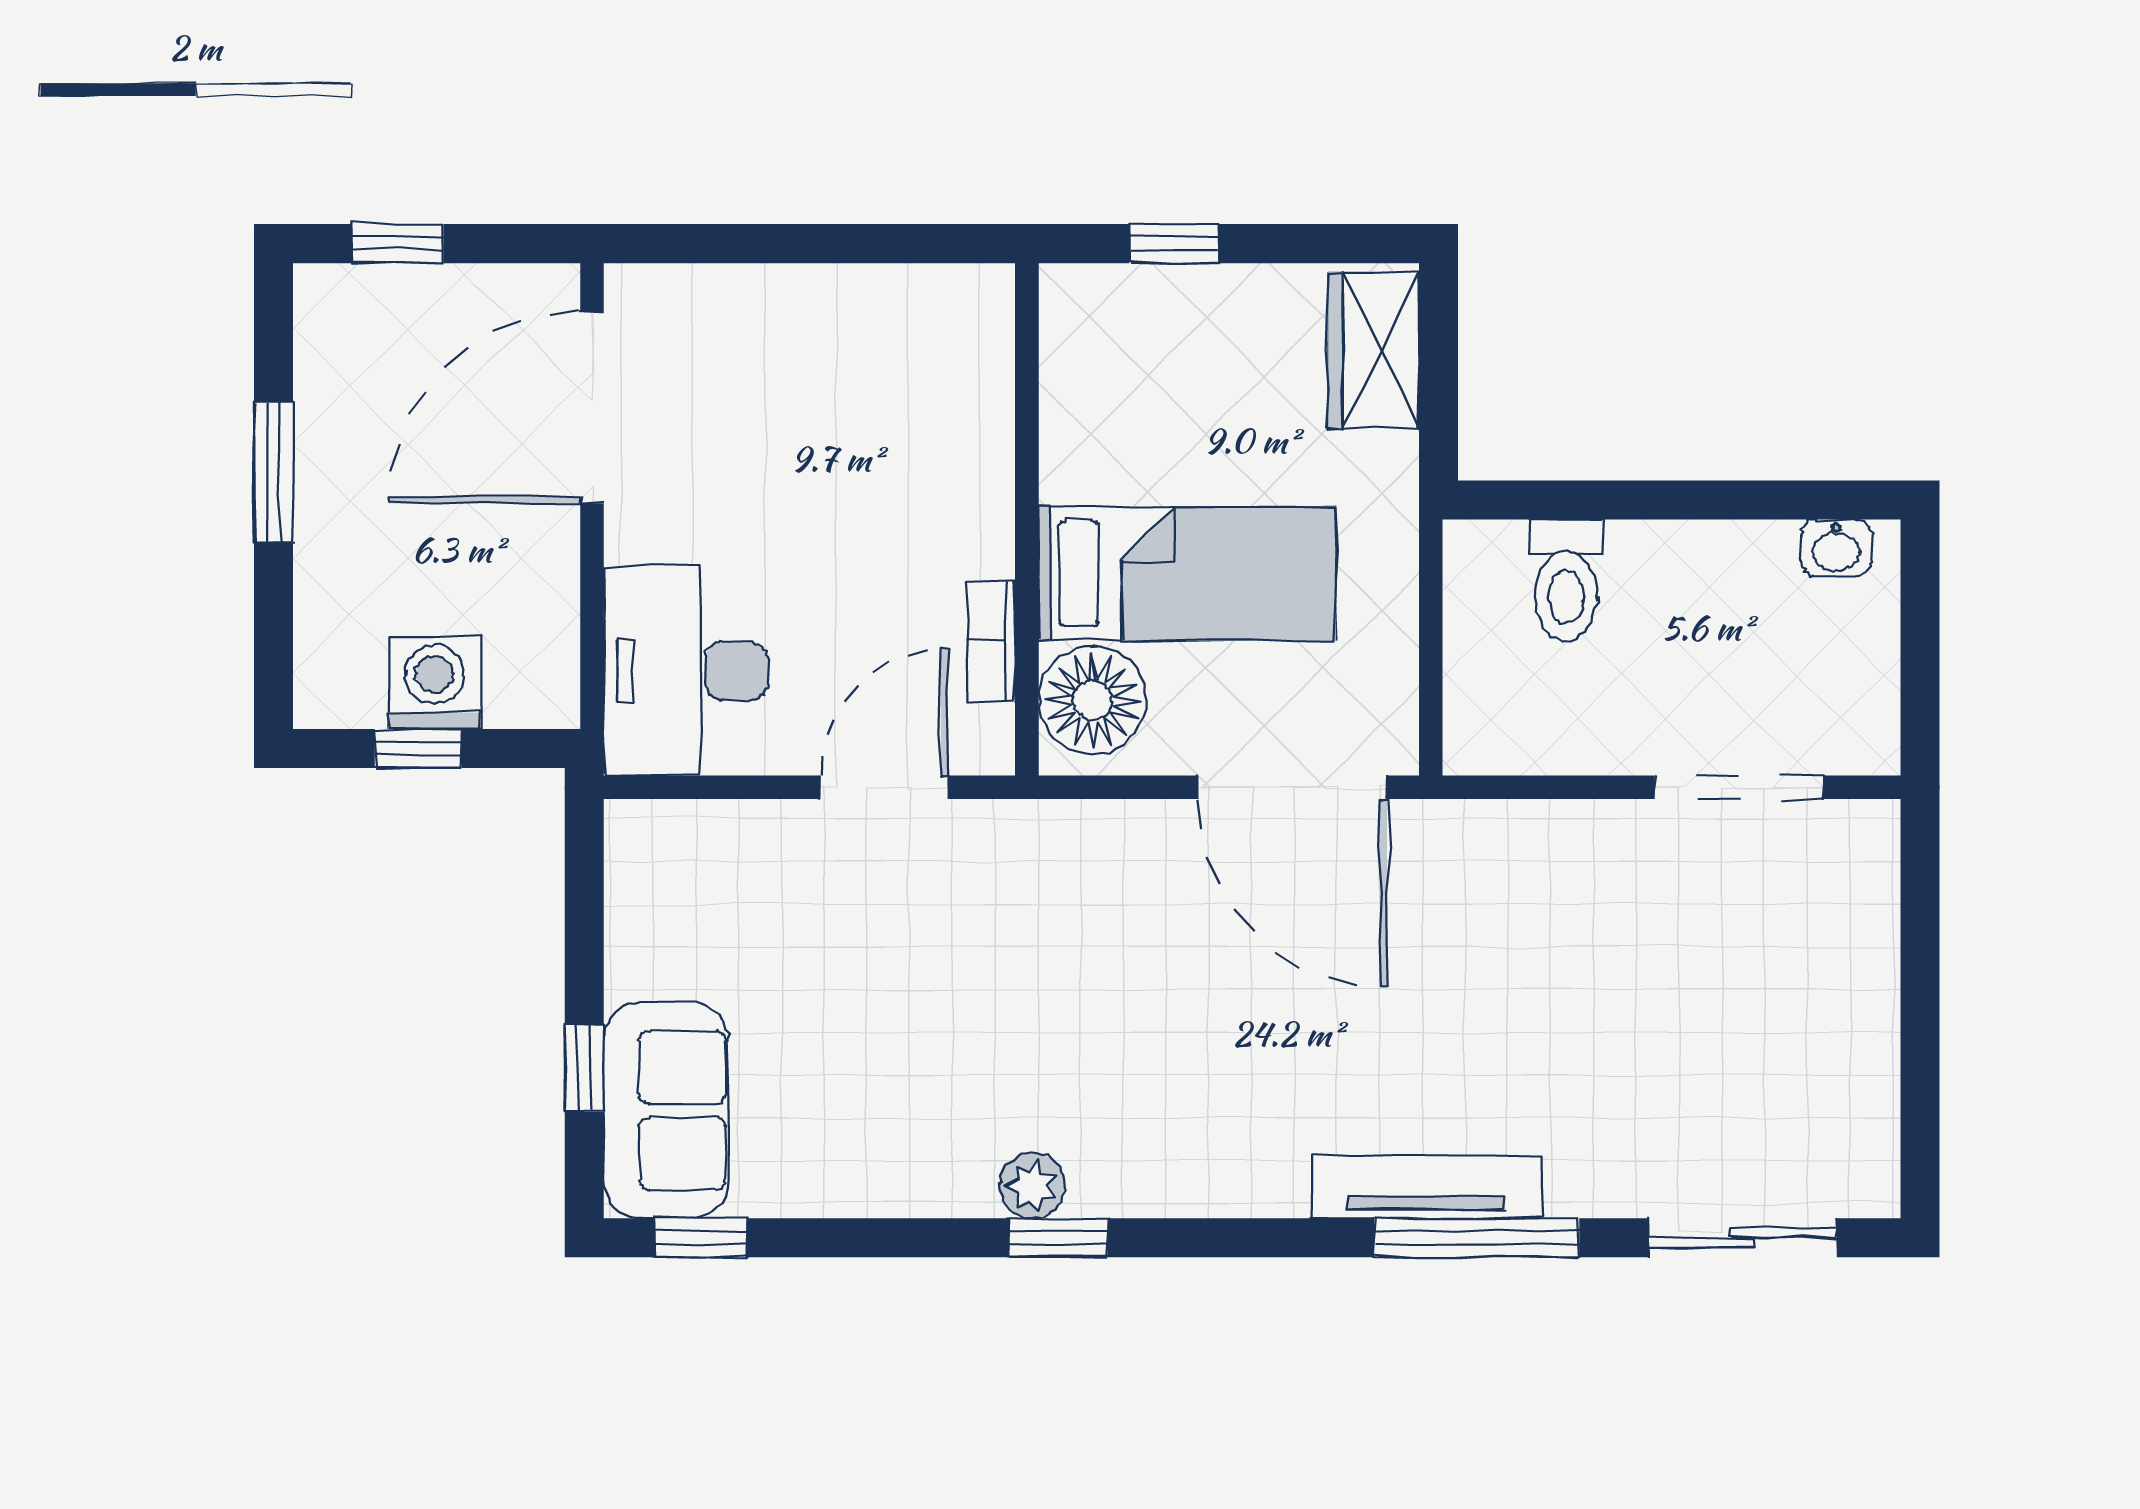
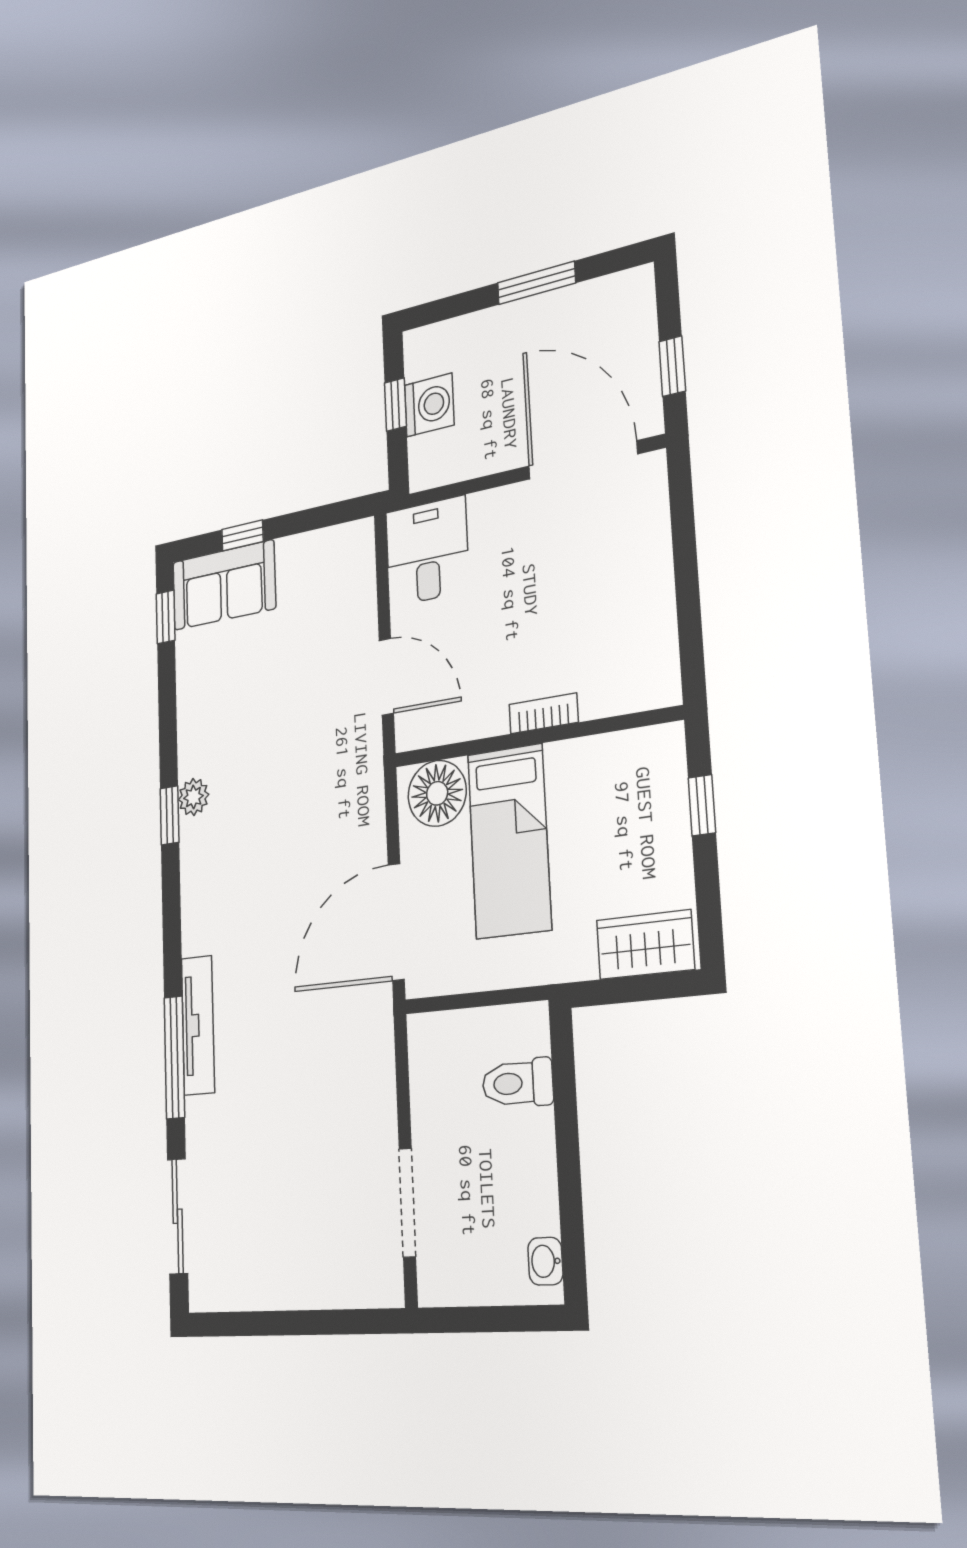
window: (397, 244) -> (672, 366), moved
bookcase: (991, 641) -> (543, 713), moved
desk: (686, 671) -> (427, 551), width x0.73

